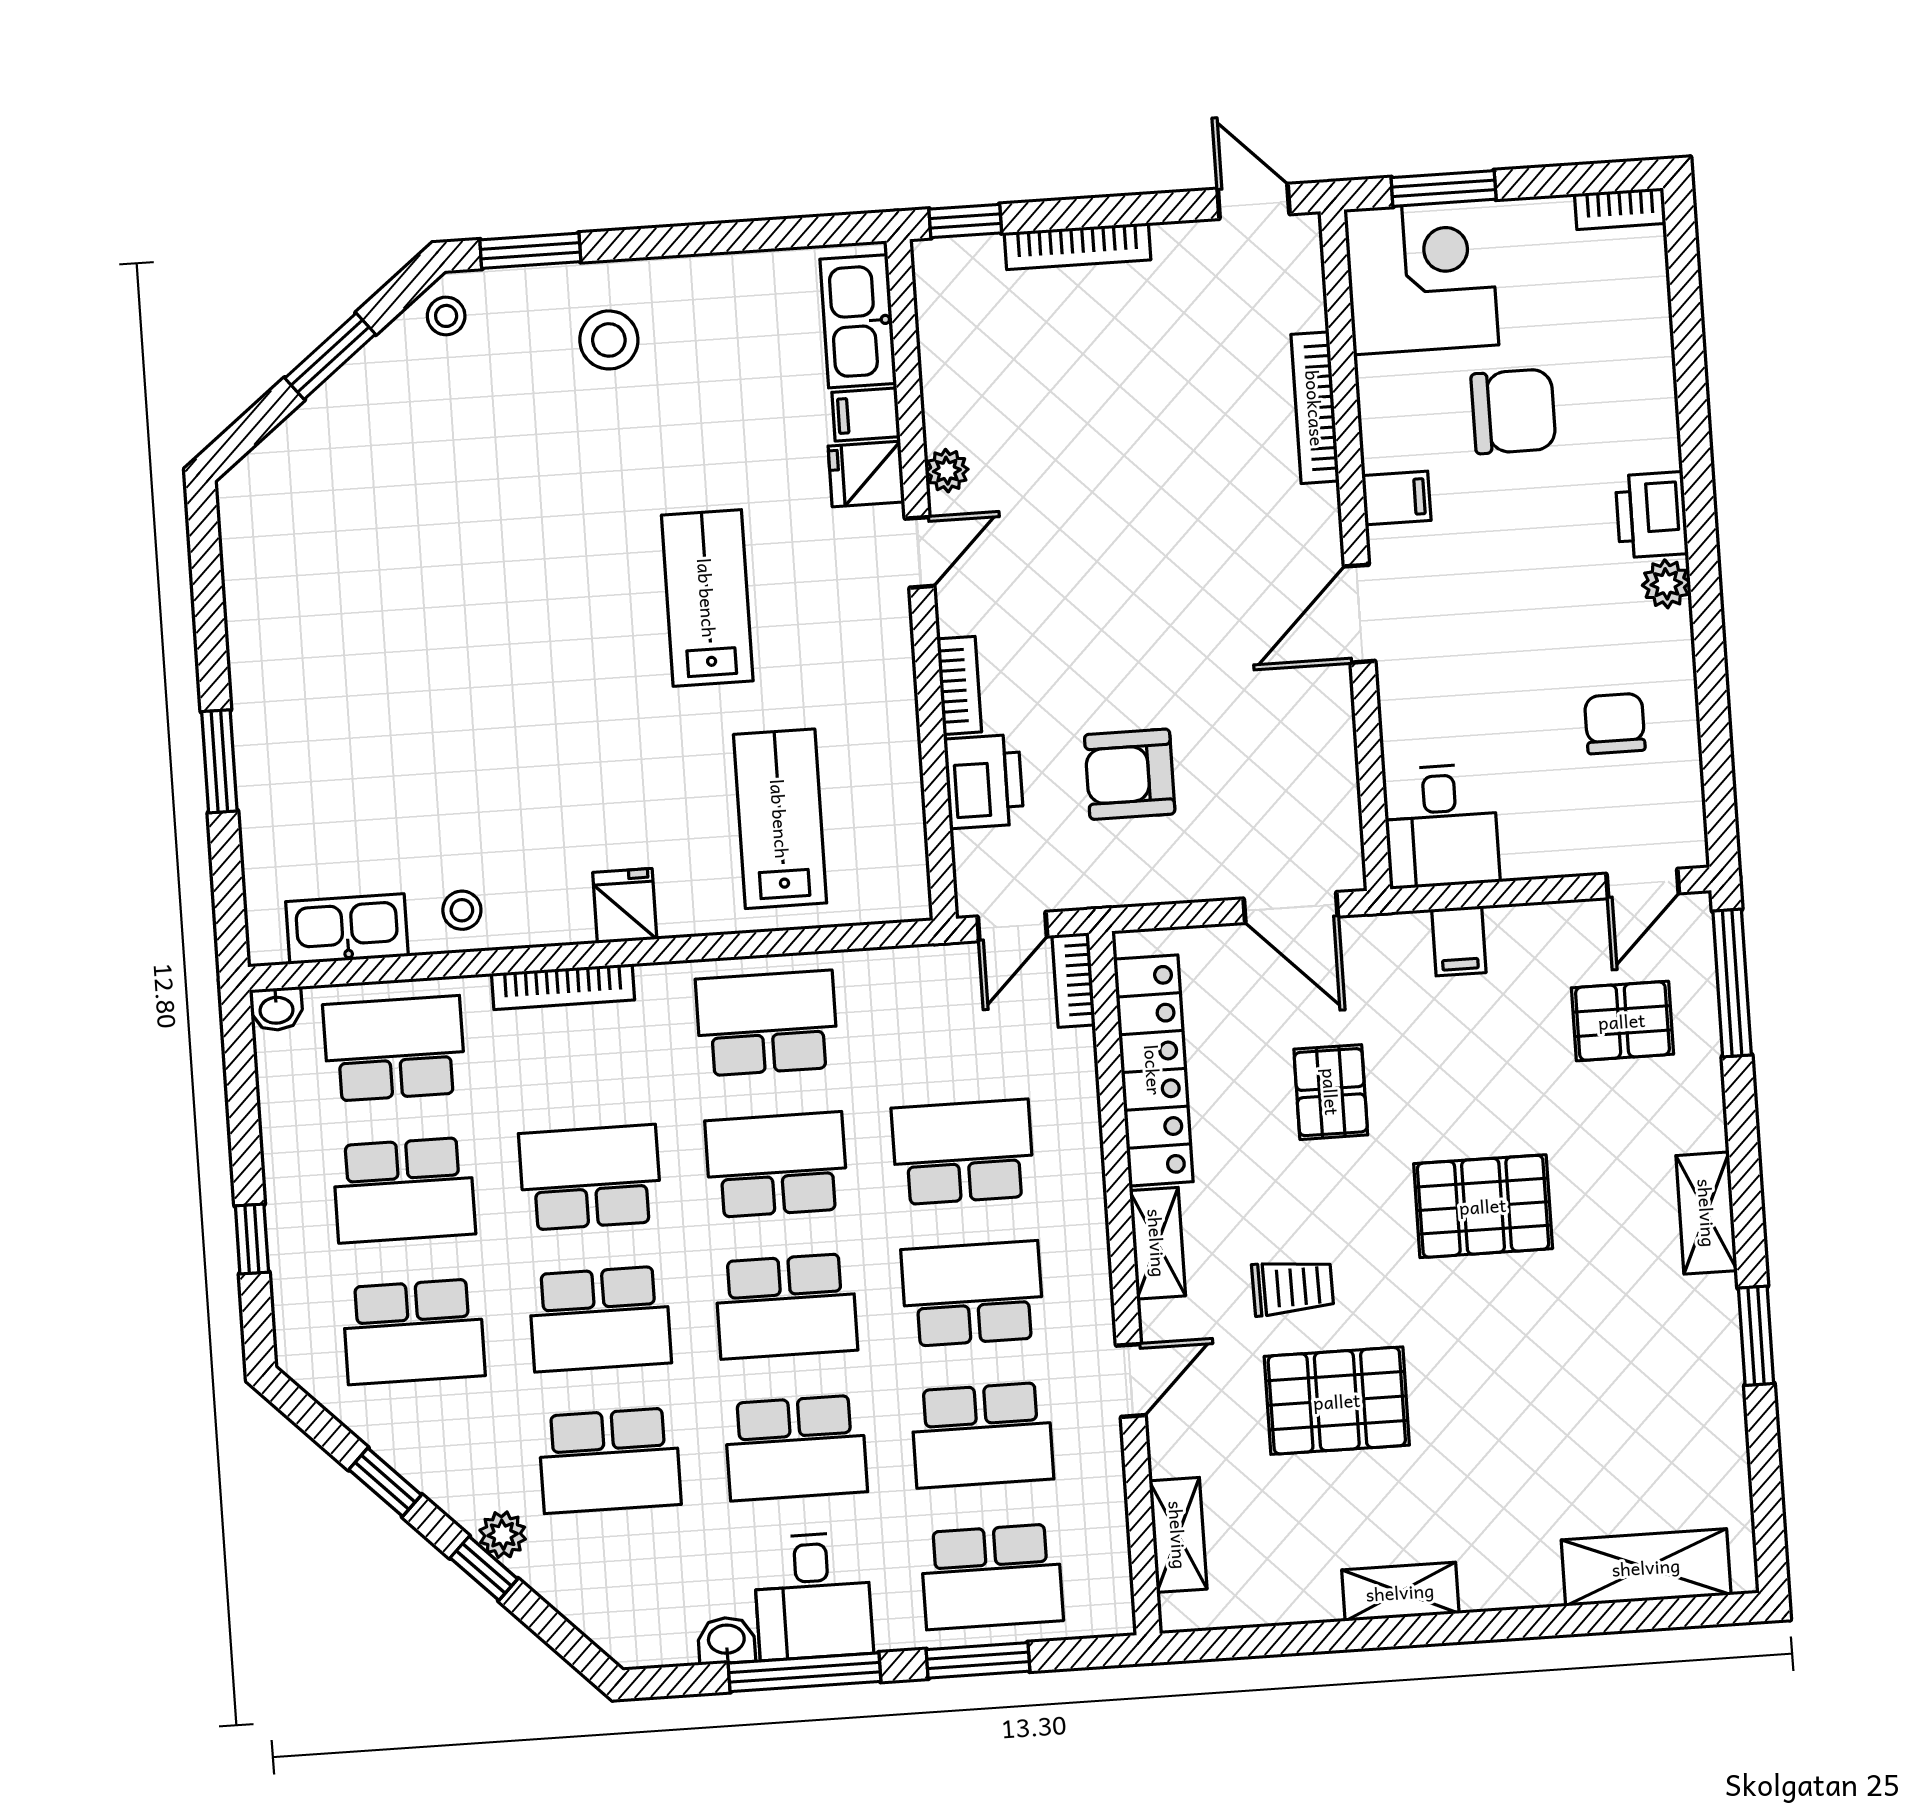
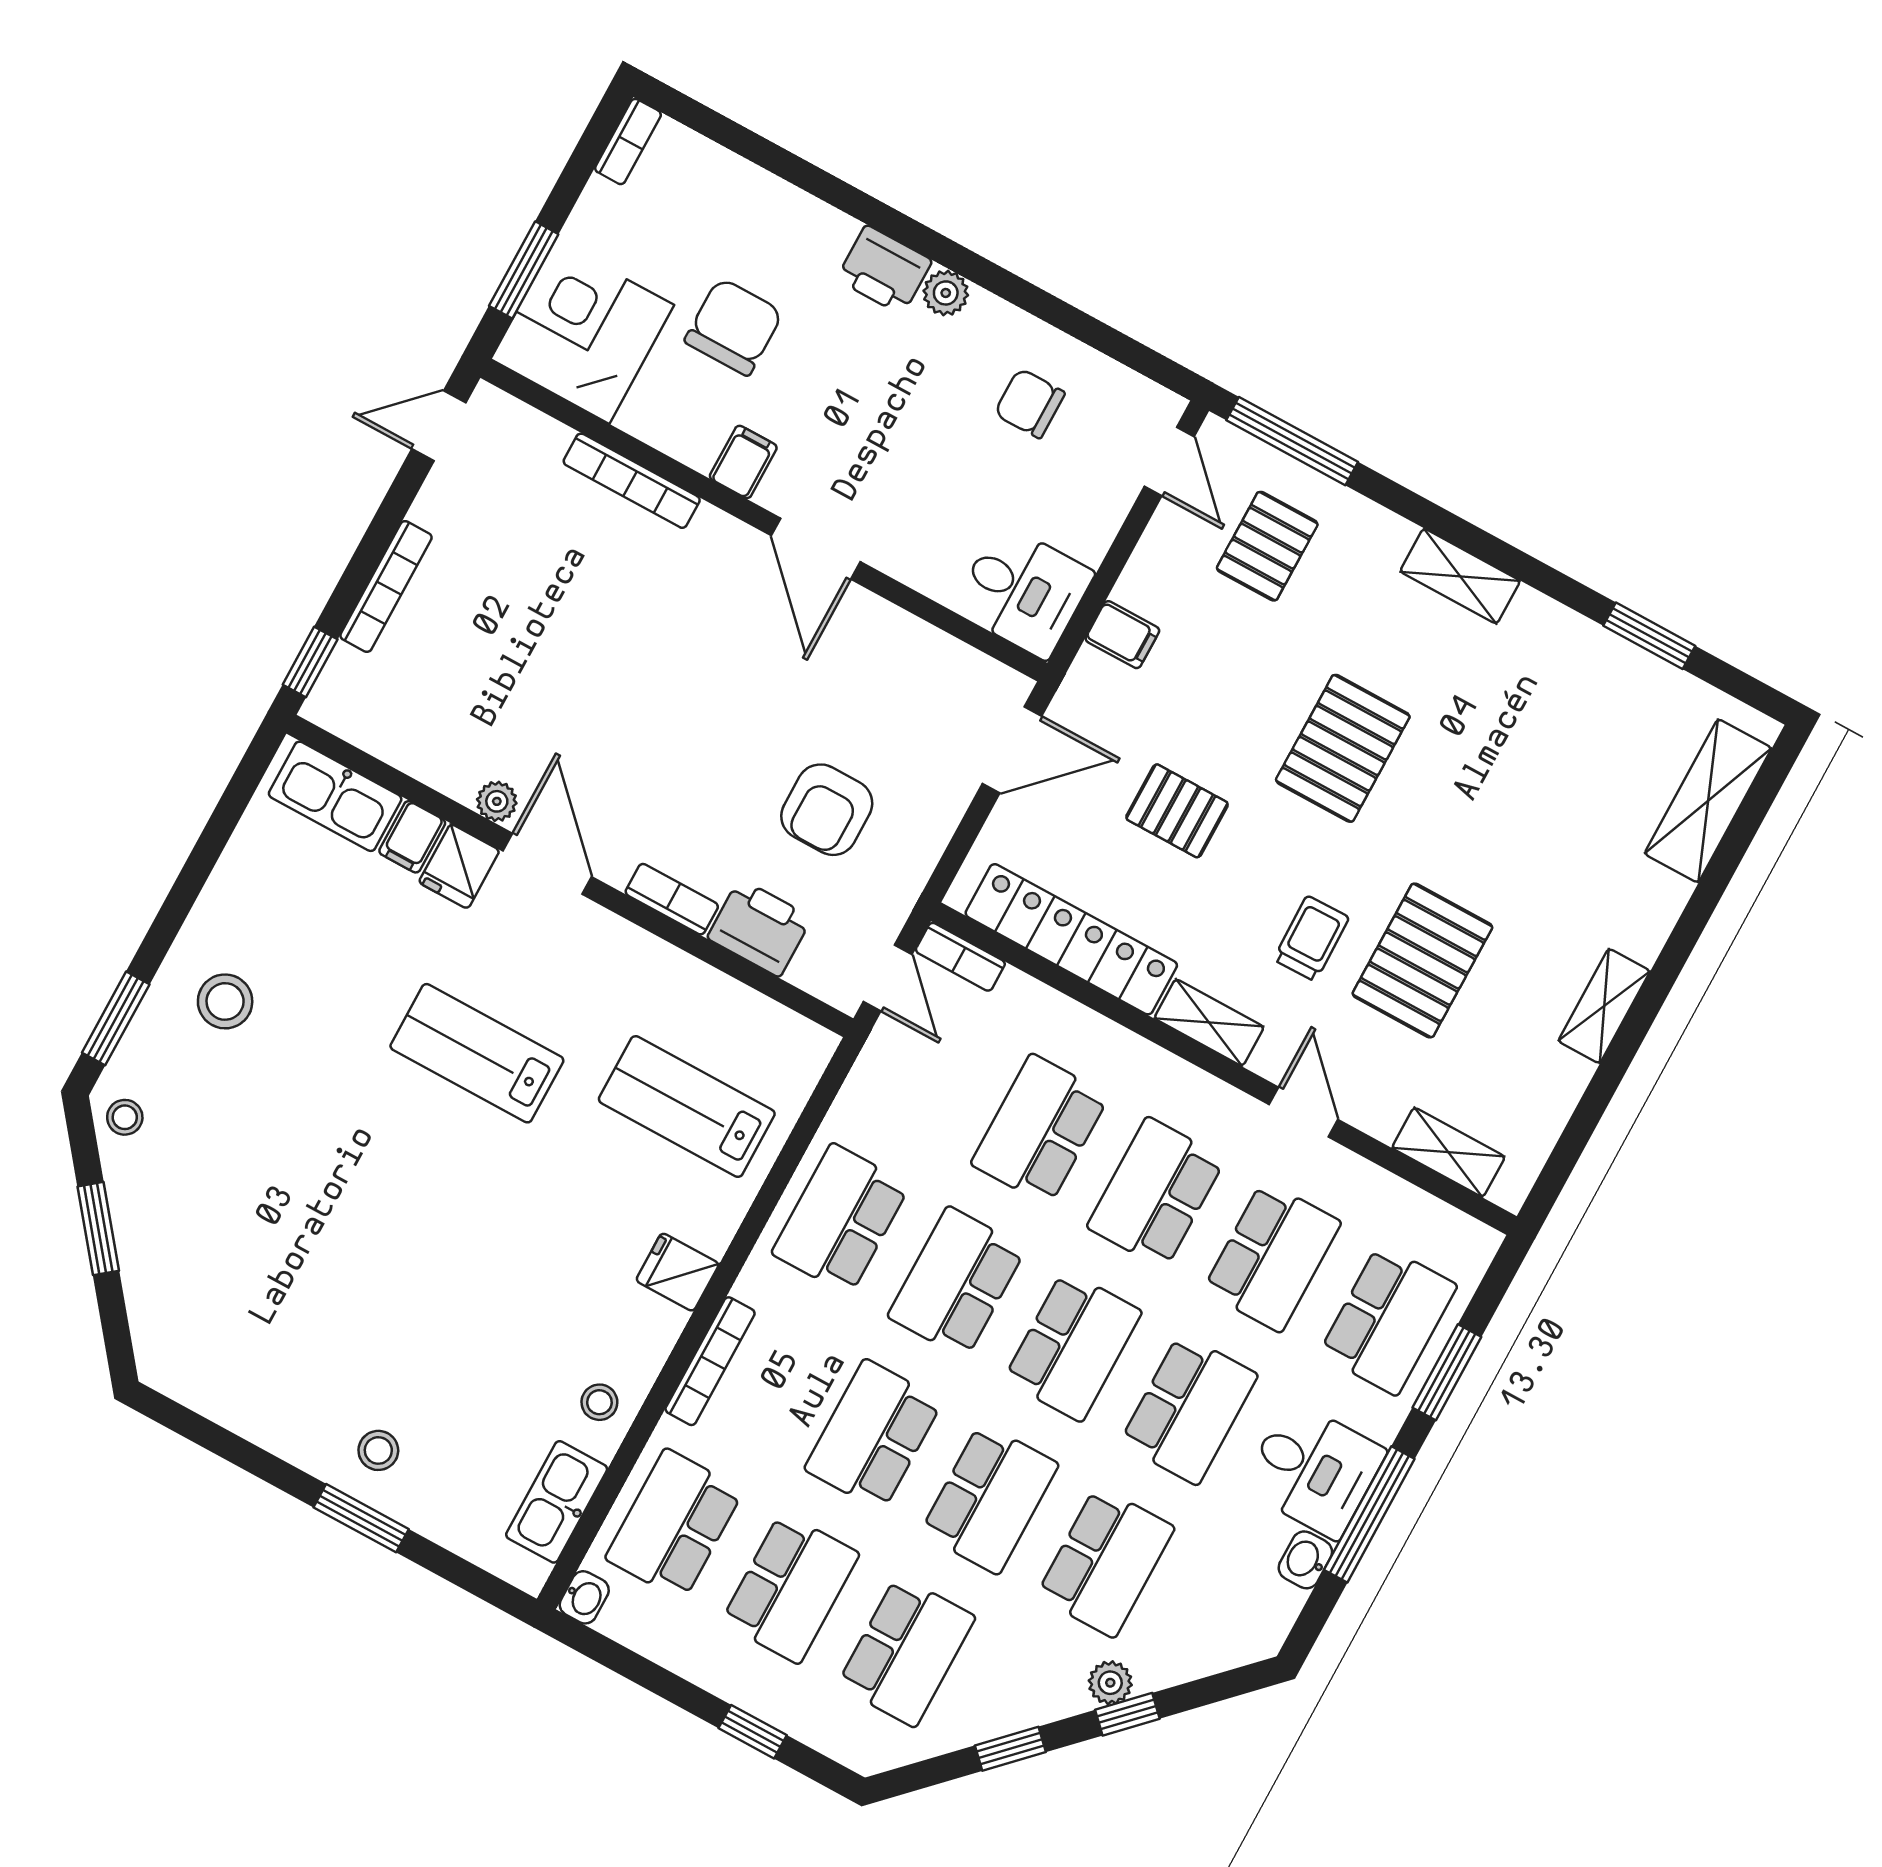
door: (919, 552) -> (547, 864), width x1.38
stool: (291, 738) -> (378, 1450), added
window: (1756, 1336) -> (1649, 636), moved

